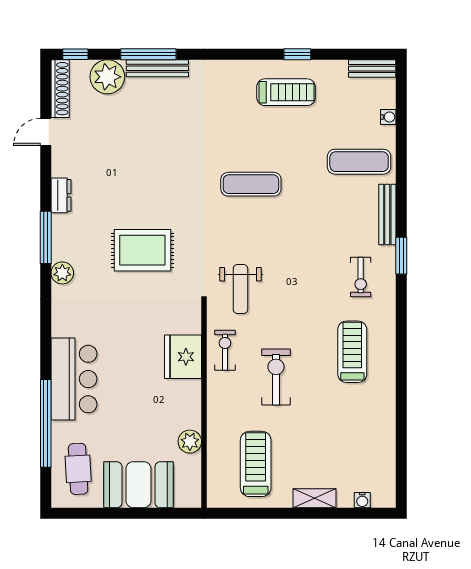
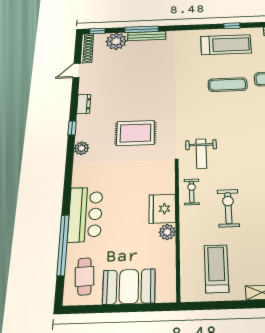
treadmill: (286, 92) -> (226, 45), width x1.37, depth x1.38
exercise mat: (251, 184) -> (228, 85), moved
window: (46, 237) -> (72, 128), width x0.46
fridge: (183, 357) -> (162, 209), moved
plant: (190, 442) -> (167, 232), moved

